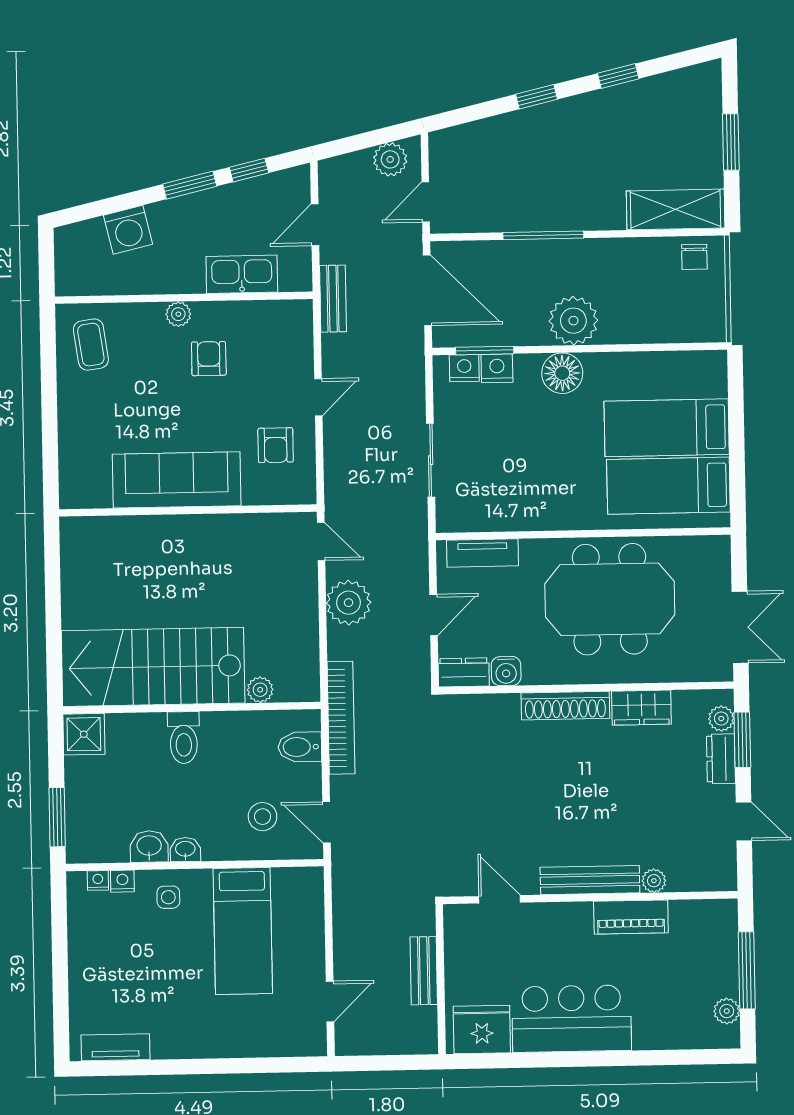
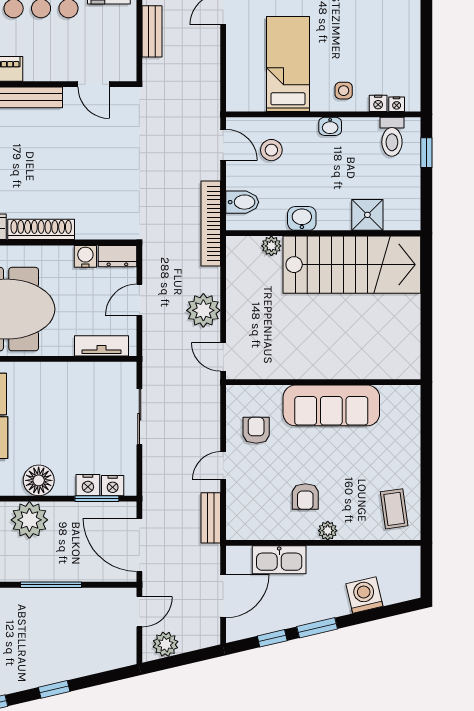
door: (315, 225) -> (223, 596), width x1.38
bench: (333, 299) -> (211, 518), moved
shower: (84, 734) -> (367, 215), moved
toilet: (184, 738) -> (392, 137), moved, turned 180
window: (57, 817) -> (426, 153), width x0.67
washbasin: (149, 846) -> (302, 218), moved, turned 180

